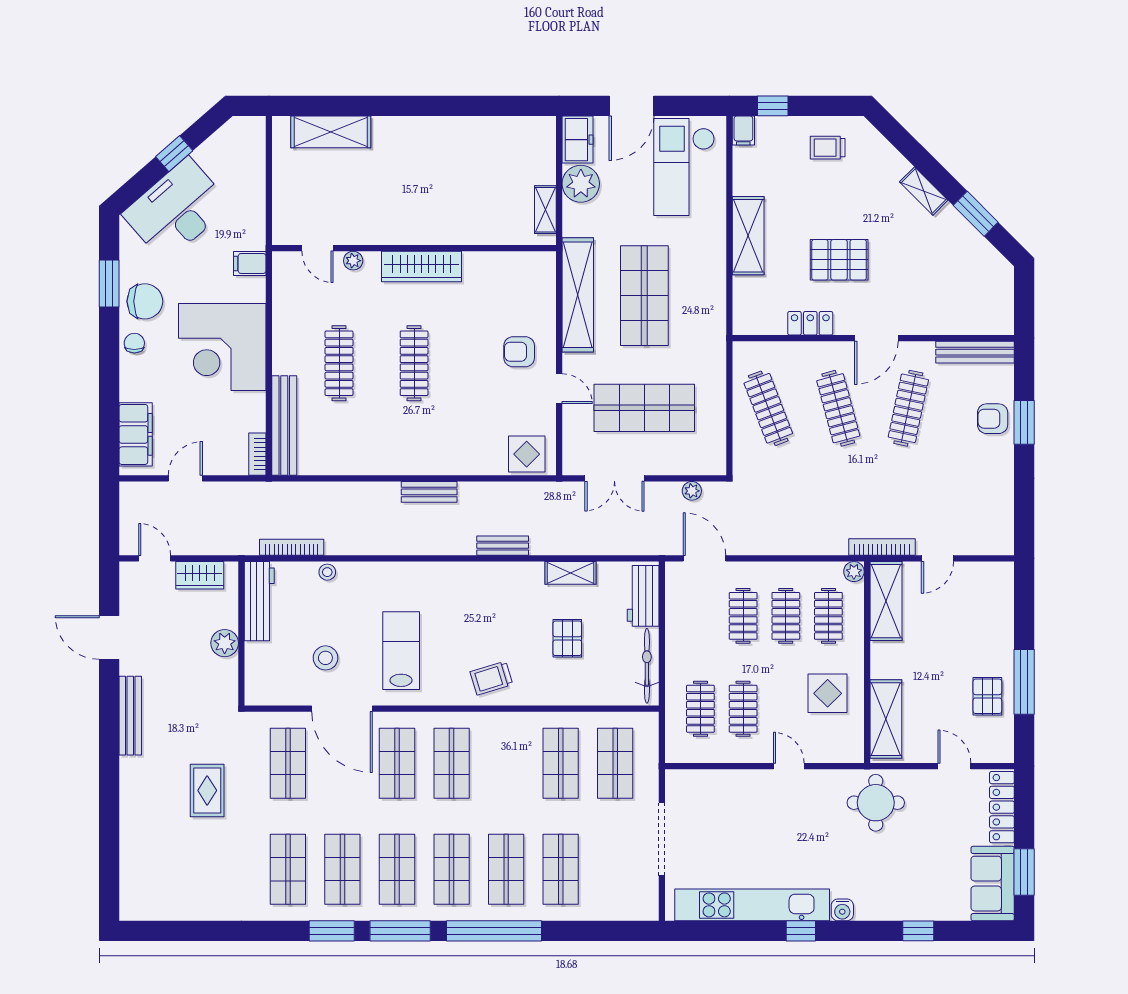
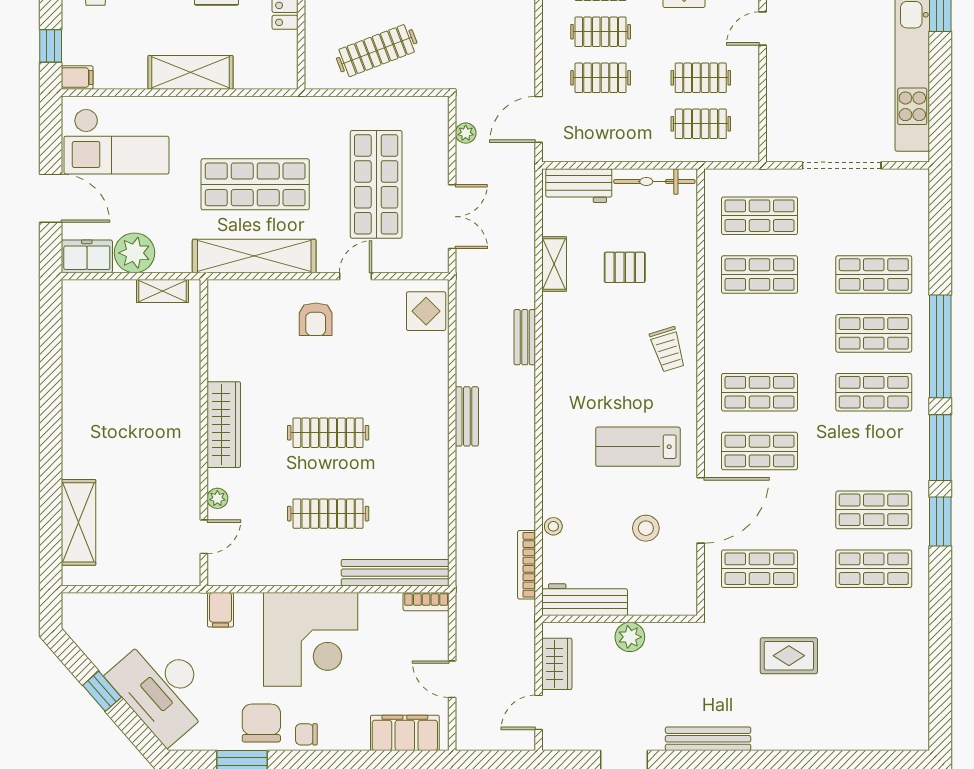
shop shelf: (397, 869) -> (874, 451), removed

